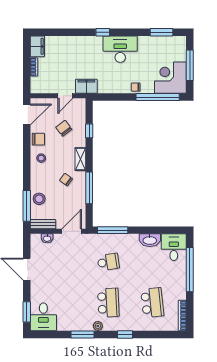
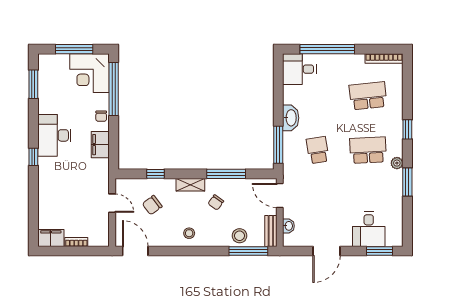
filing cabinet: (86, 86) -> (100, 145), moved
chair: (38, 139) -> (166, 237), removed
washbasin: (150, 240) -> (291, 118), moved
desk: (43, 317) -> (369, 229), moved, turned 90

